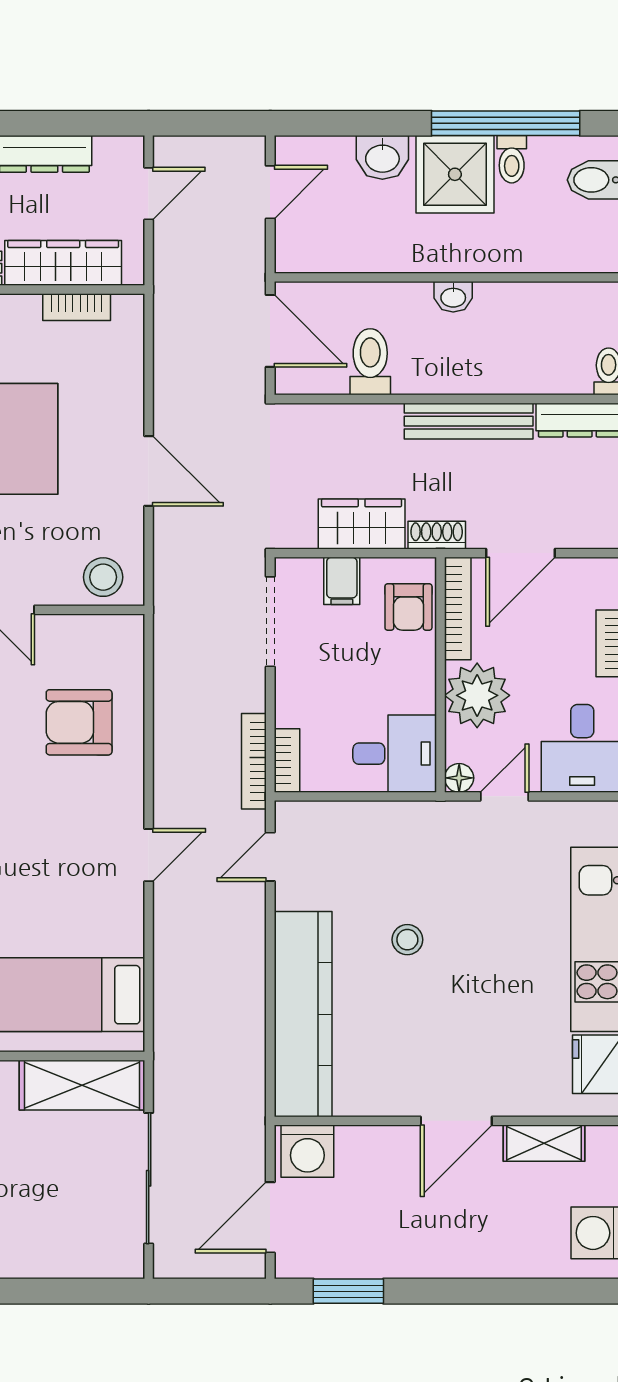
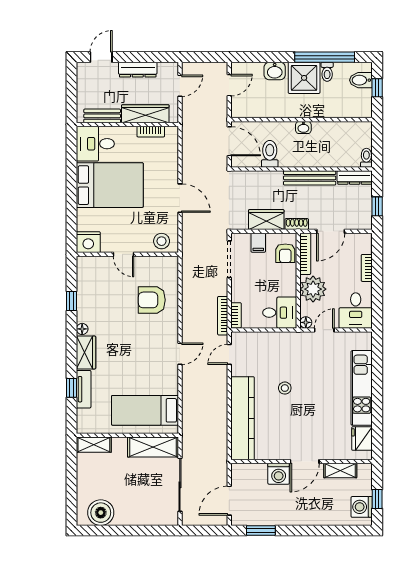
washing machine: (307, 1151) -> (279, 474), moved

